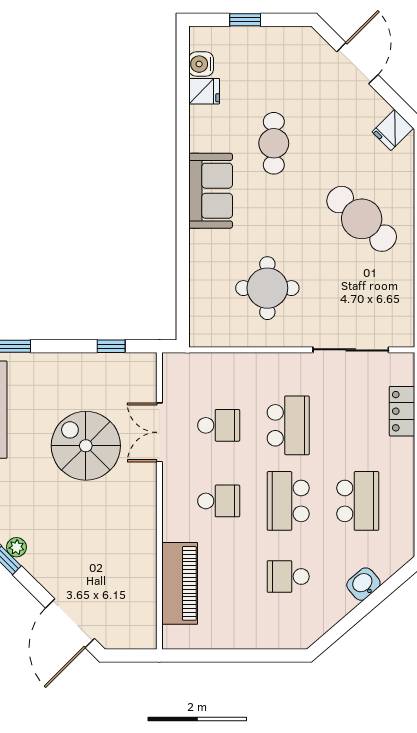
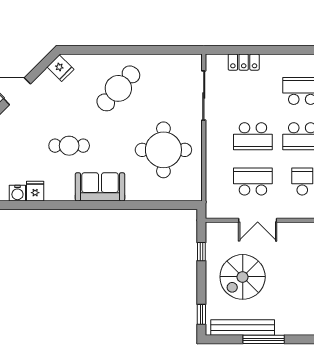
round table: (267, 288) -> (163, 150), width x1.36, depth x1.36
school desk: (219, 425) -> (253, 182), width x1.85
school desk: (288, 425) -> (253, 136), turned 180
spiral stairs: (86, 446) -> (243, 277), moved

